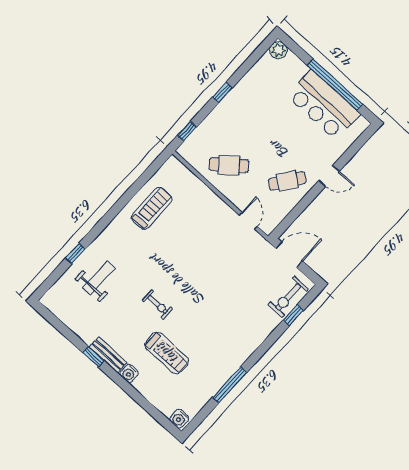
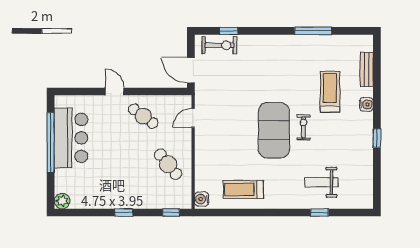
exercise mat: (177, 278) -> (274, 130), added
bench: (108, 355) -> (367, 69), moved
water cooler: (179, 419) -> (202, 199), moved, turned 180

